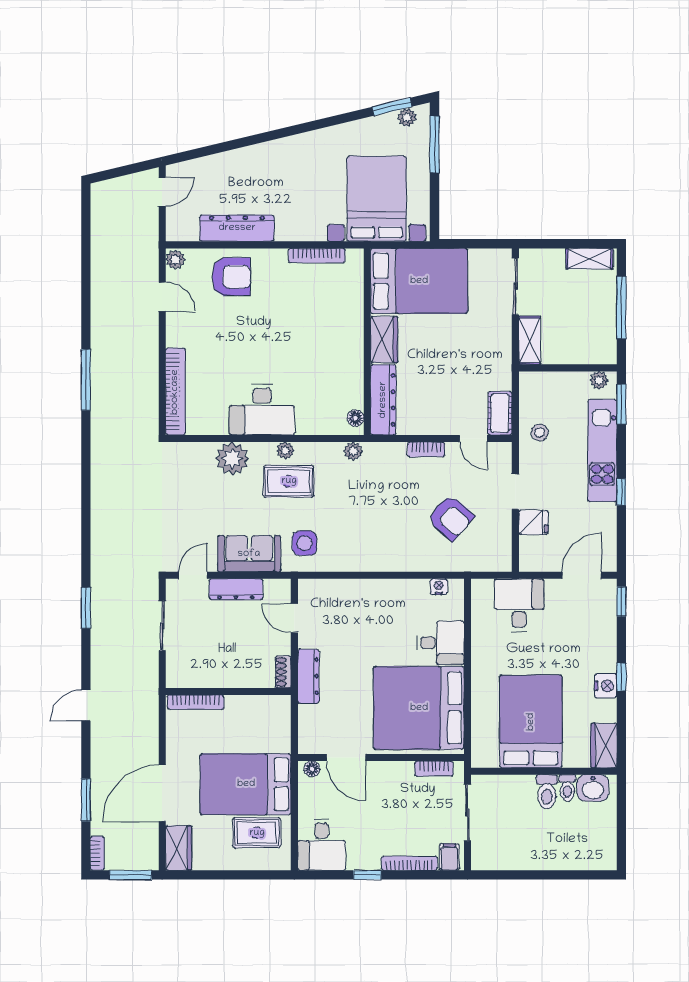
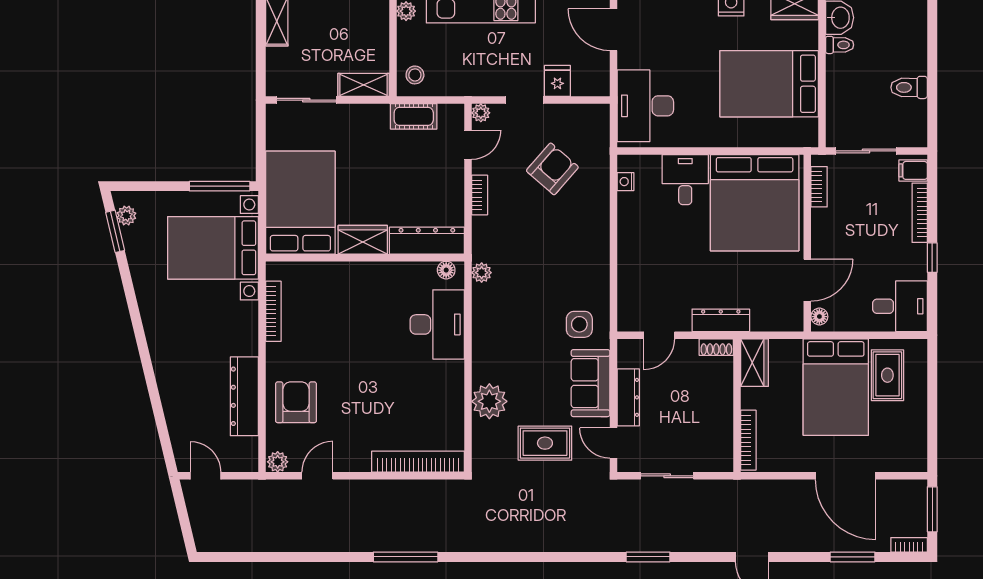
window: (434, 145) -> (220, 186), moved
desk: (262, 410) -> (437, 324), moved
cot: (500, 413) -> (414, 116), moved
stool: (540, 433) -> (415, 75), moved
plant: (285, 451) -> (481, 113), moved
rug: (289, 481) -> (545, 443), moved, turned 90
desk: (519, 605) -> (645, 106), width x1.37
toilet: (547, 792) -> (909, 87), moved, turned 180
wardrobe: (179, 848) -> (754, 363), moved, turned 90

